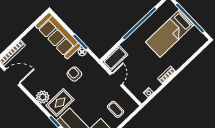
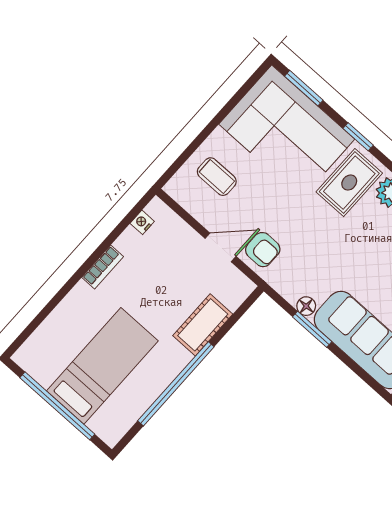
cot: (115, 58) -> (203, 325), moved
armchair: (74, 74) -> (263, 250), moved
door: (116, 79) -> (221, 247), swing flipped

